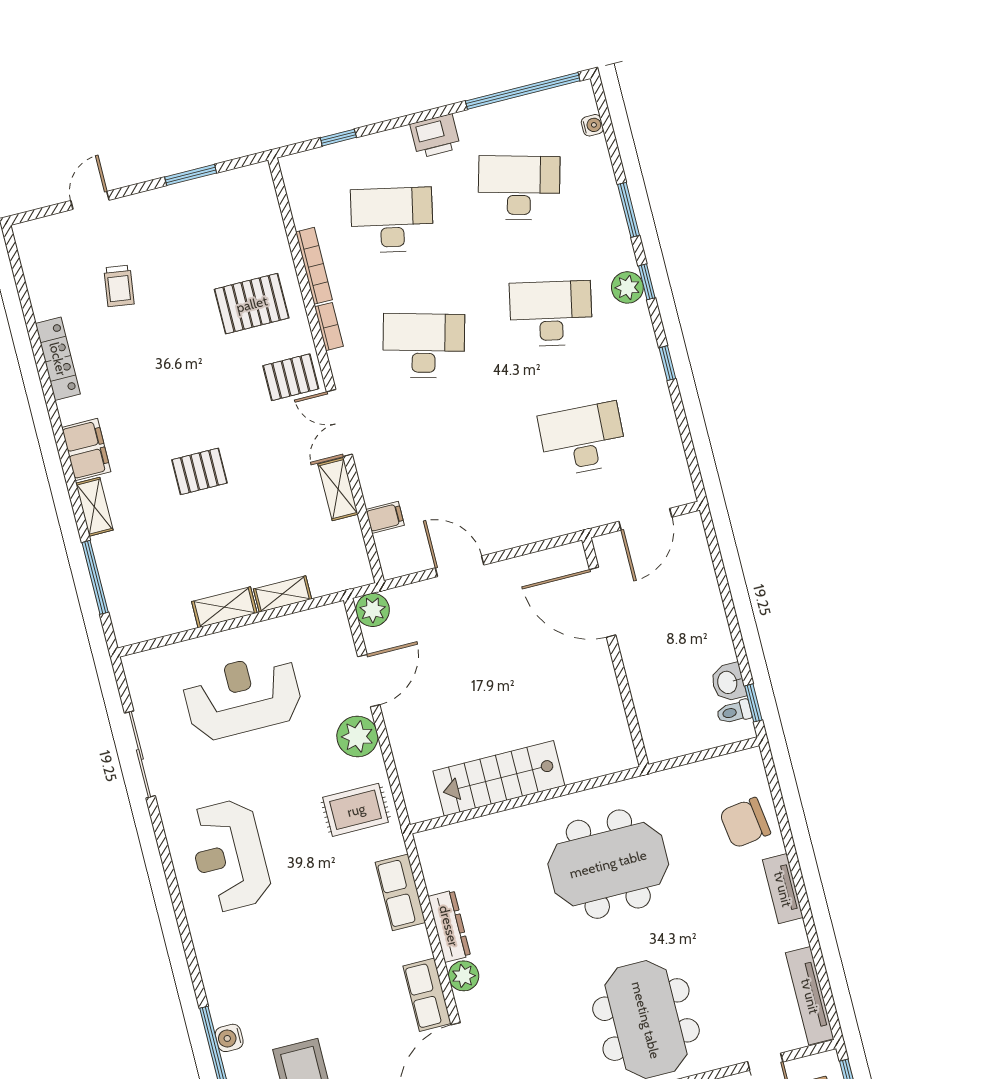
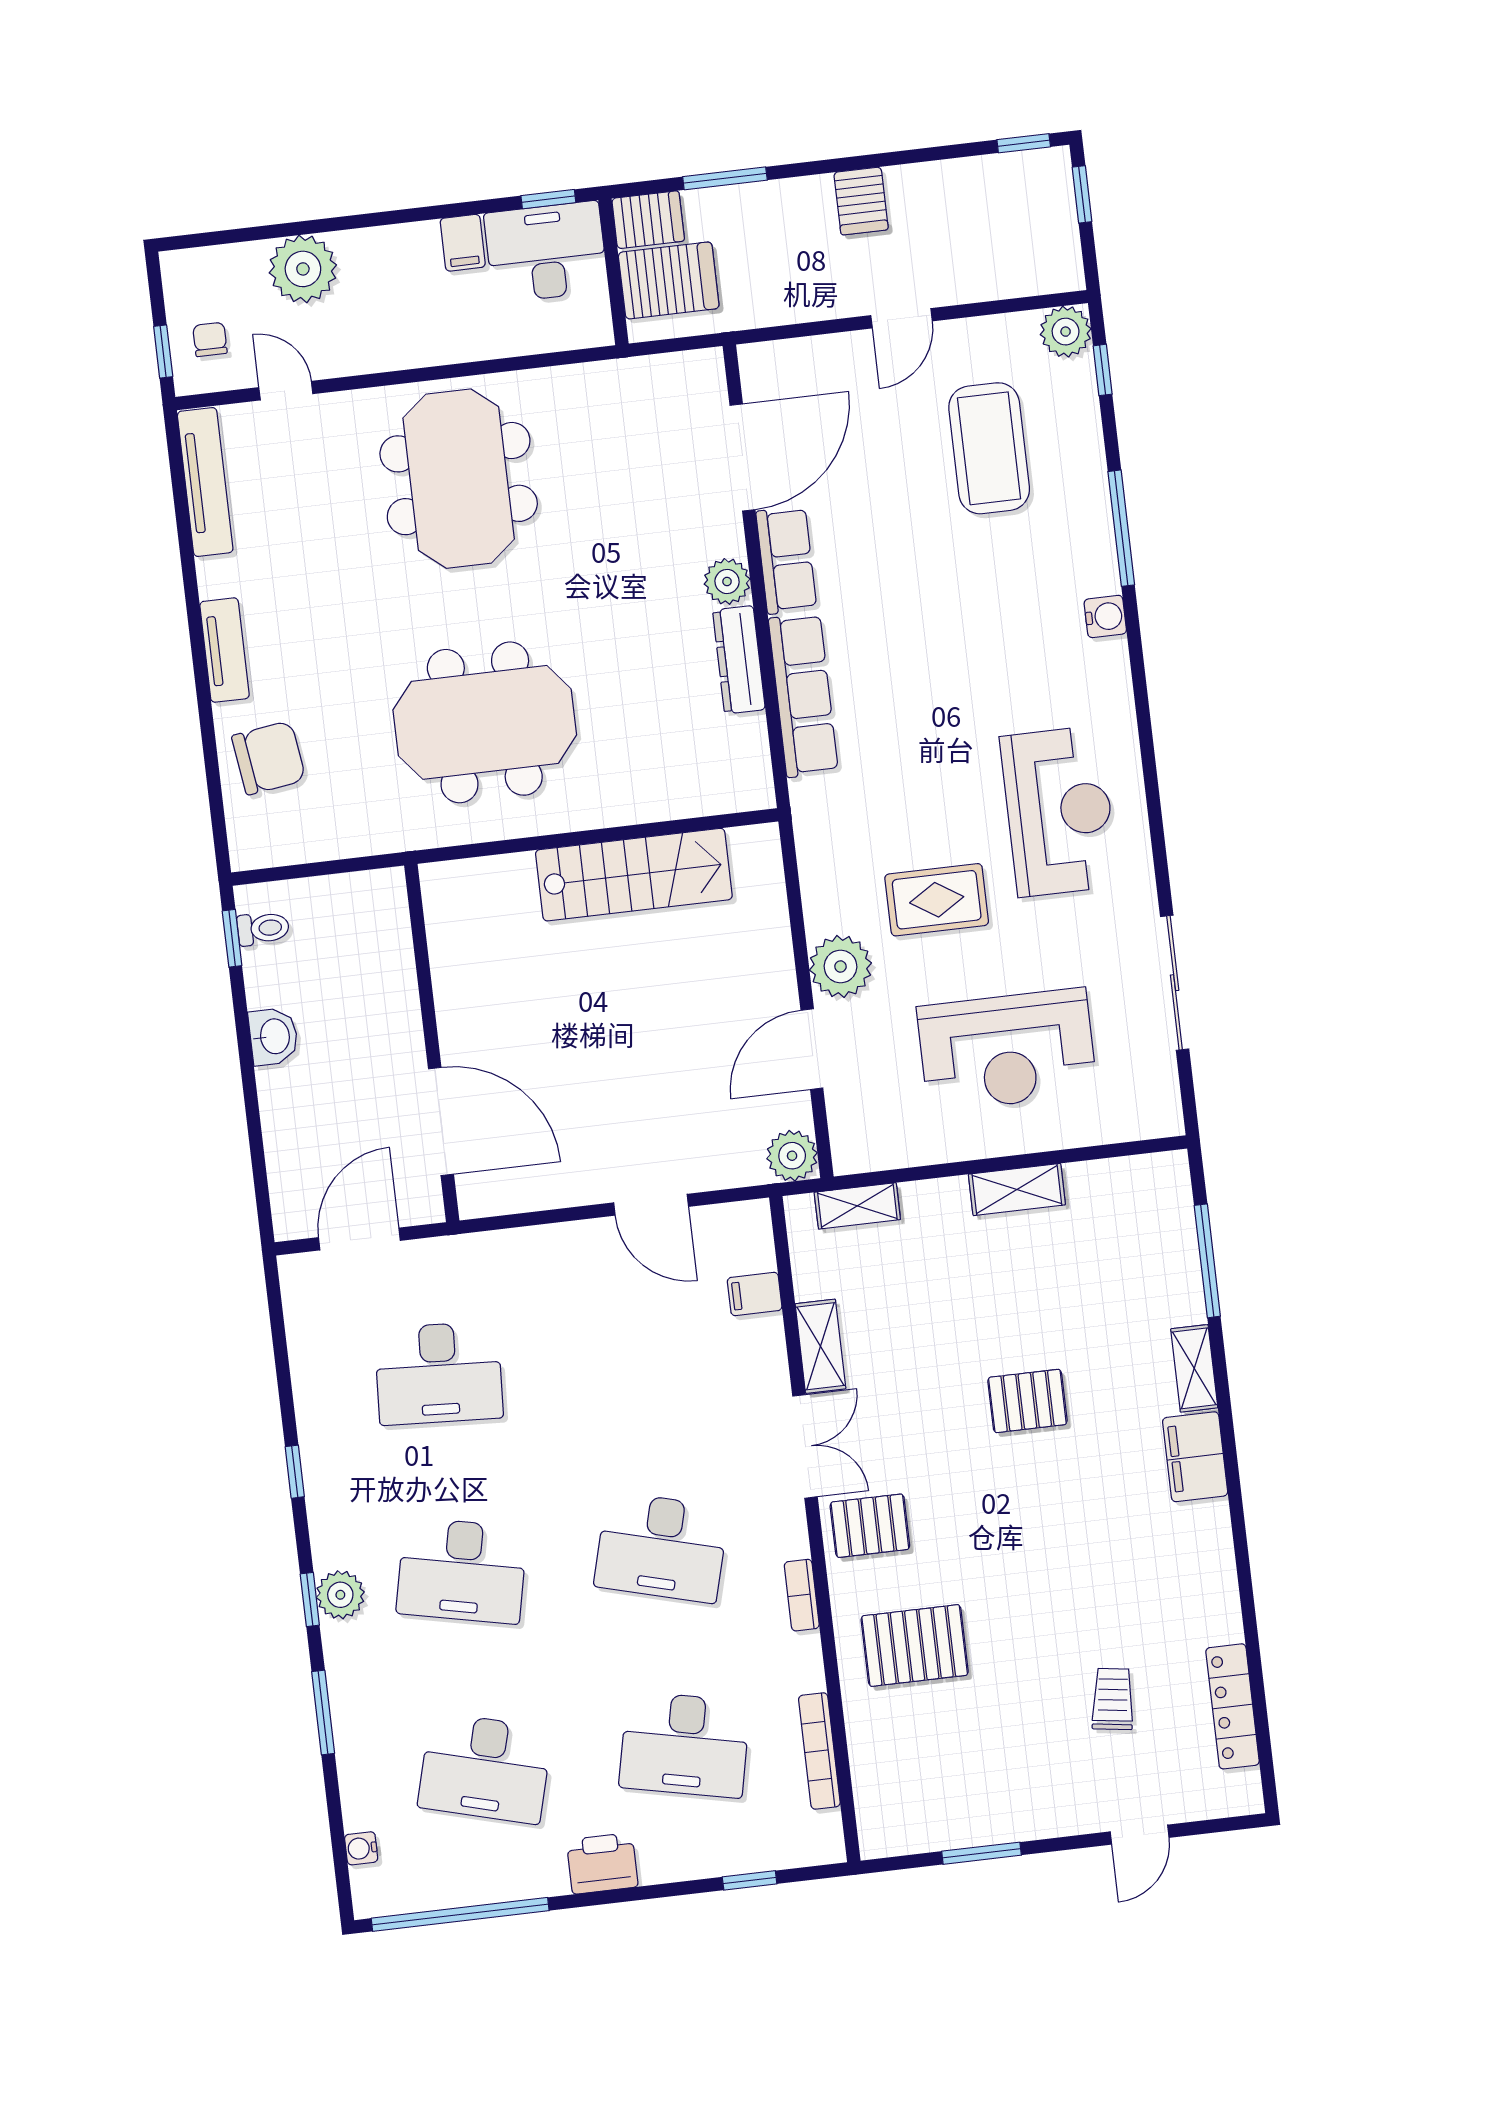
bookcase: (314, 266) -> (819, 1751), moved
locker: (58, 359) -> (1233, 1706), moved
shelving: (282, 594) -> (857, 1206), moved
washbasin: (728, 682) -> (274, 1036), moved
rug: (356, 810) -> (937, 900), moved
row of seats: (400, 892) -> (803, 695), width x1.48
water cooler: (229, 1038) -> (1105, 616), moved

